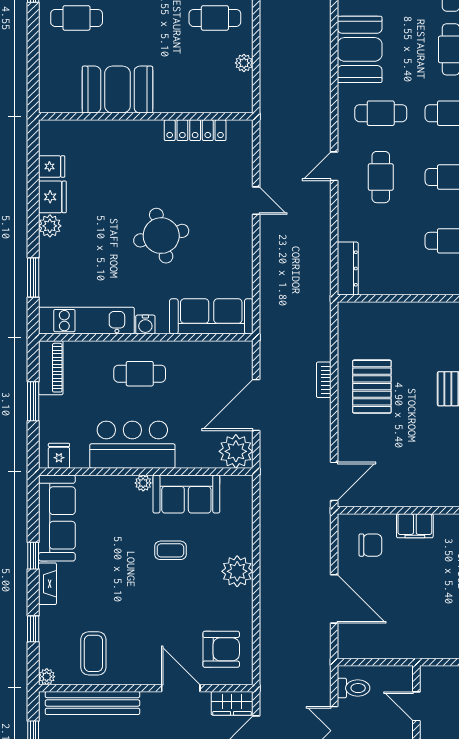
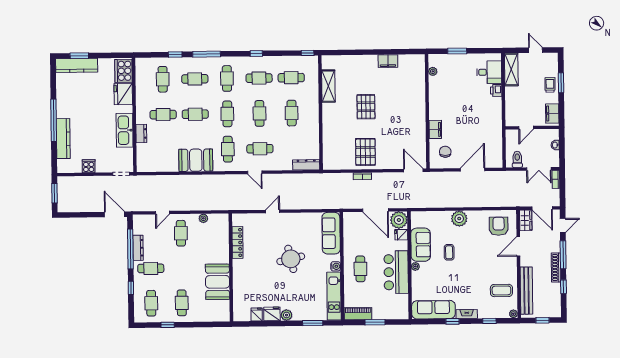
pallet: (372, 387) -> (365, 152), turned 90
fridge: (59, 456) -> (401, 235), moved

